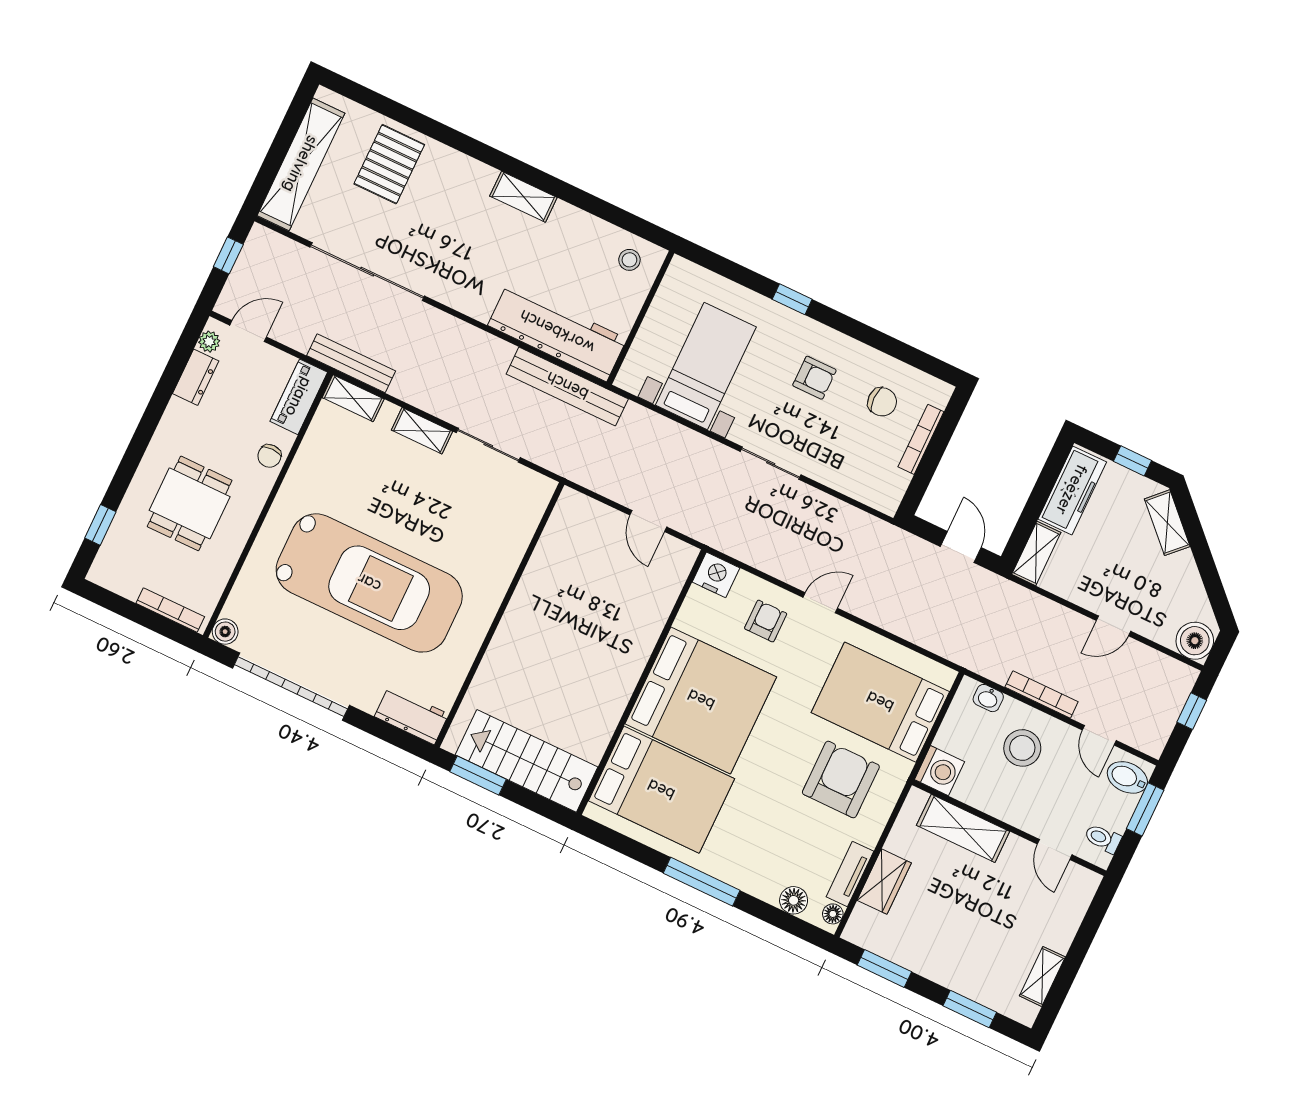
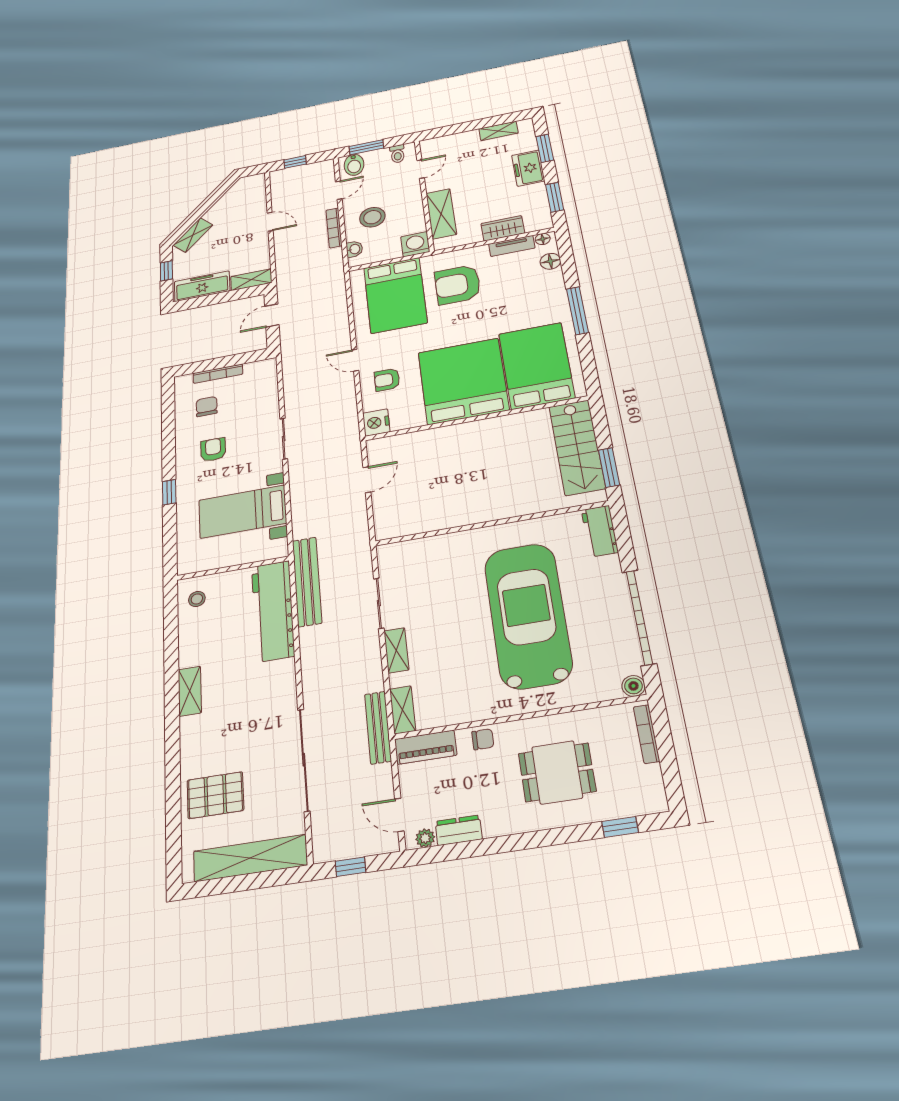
boiler: (1195, 641) -> (253, 184), removed
freezer: (954, 970) -> (528, 168), added

